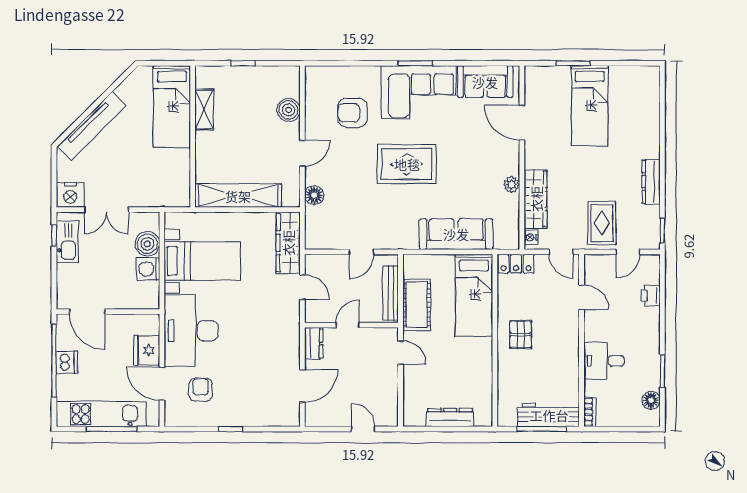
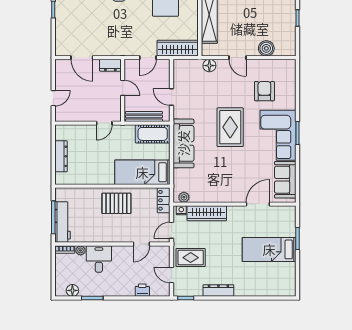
plant: (511, 185) -> (184, 197), moved
sofa: (456, 234) -> (183, 143), moved
cot: (417, 305) -> (153, 134), moved
pallet: (521, 334) -> (116, 203), width x1.50, depth x1.42
plant: (591, 388) -> (81, 250), added

